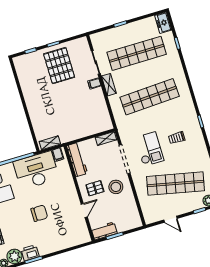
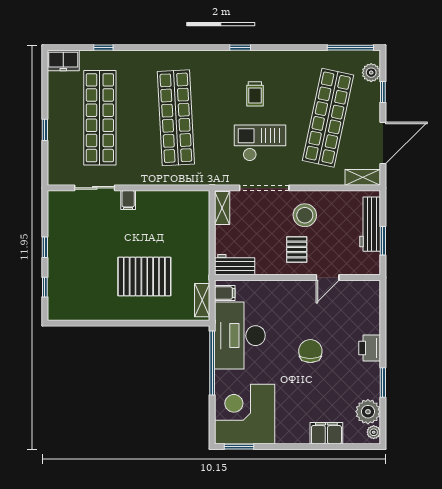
pallet: (59, 66) -> (144, 277), moved
shelving: (109, 85) -> (363, 177), moved
workbench: (77, 160) -> (235, 265), width x0.73
door: (84, 211) -> (328, 277), swing flipped
door: (170, 219) -> (383, 143), width x1.88
workbench: (104, 231) -> (370, 224), moved, width x1.38
printer: (30, 253) -> (370, 348), moved

